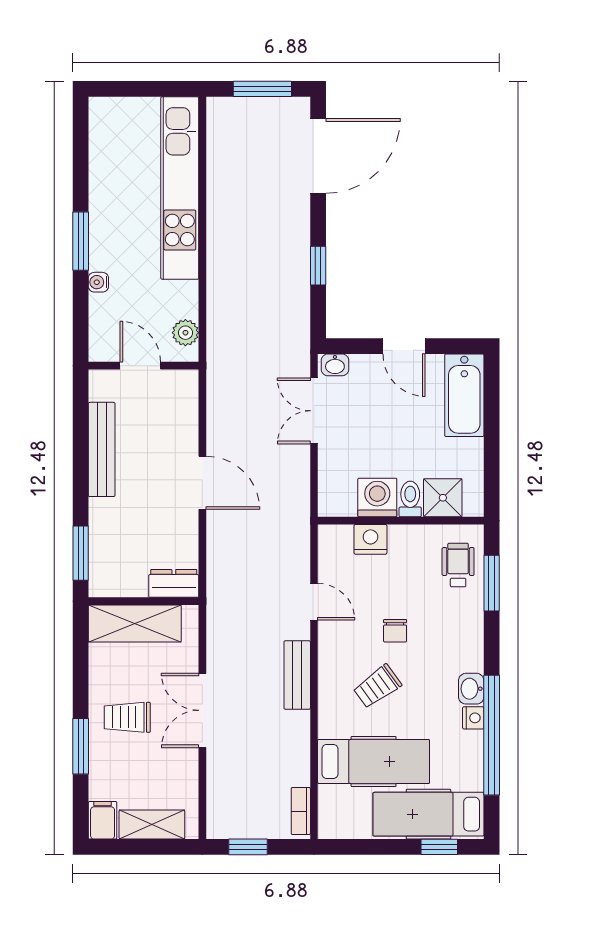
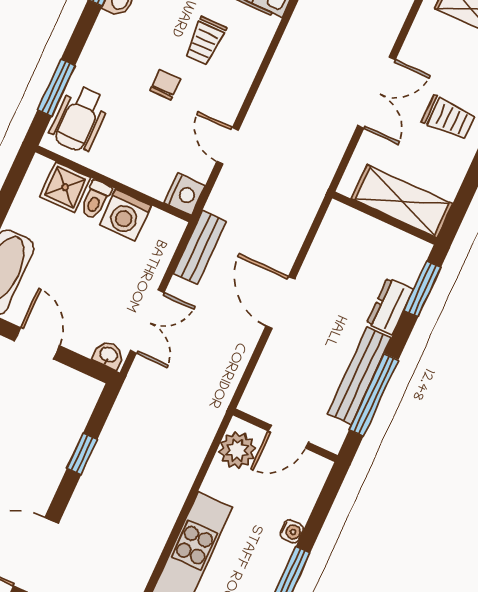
plant: (185, 333) -> (237, 450), width x1.38, depth x1.38
door: (140, 366) -> (288, 437), hinge flipped
window: (81, 438) -> (374, 395), added
nightstand: (370, 539) -> (185, 194), moved, turned -90
wheelchair: (458, 565) -> (79, 119), width x1.36, depth x1.37
dresser: (174, 583) -> (390, 307), moved, turned 90
bench: (297, 675) -> (200, 247), moved
trolley: (377, 686) -> (205, 41), turned 126

